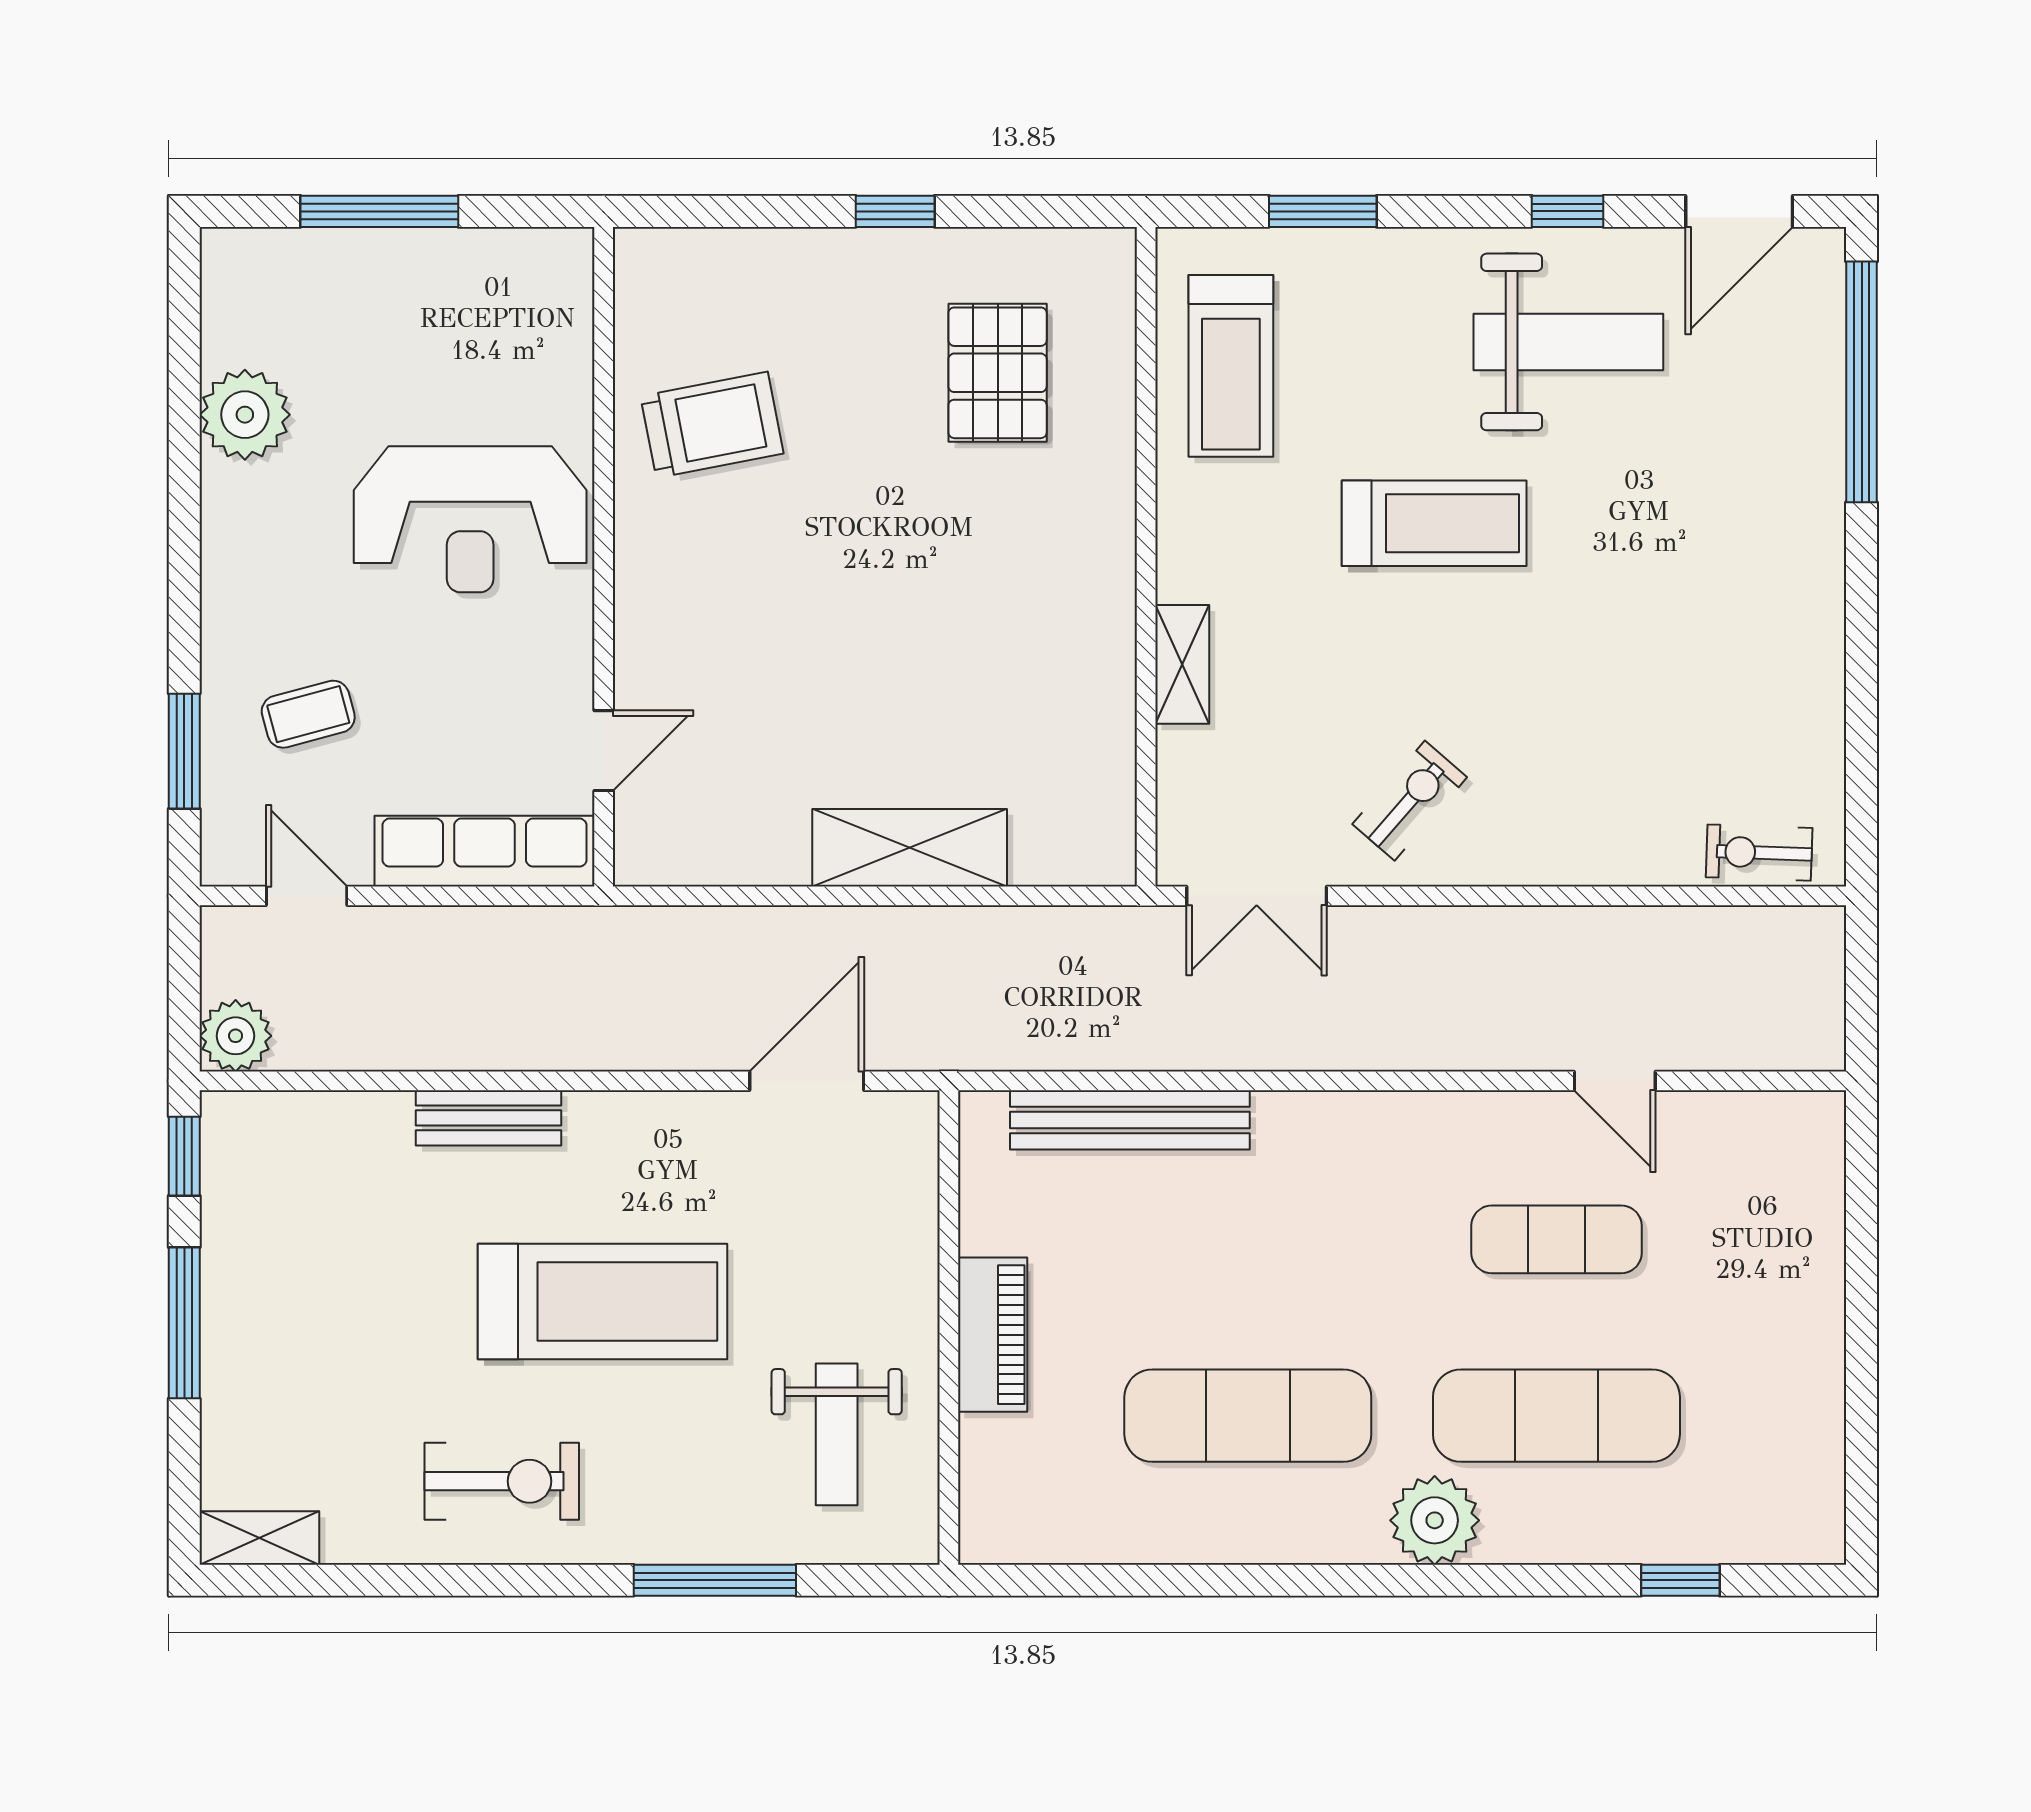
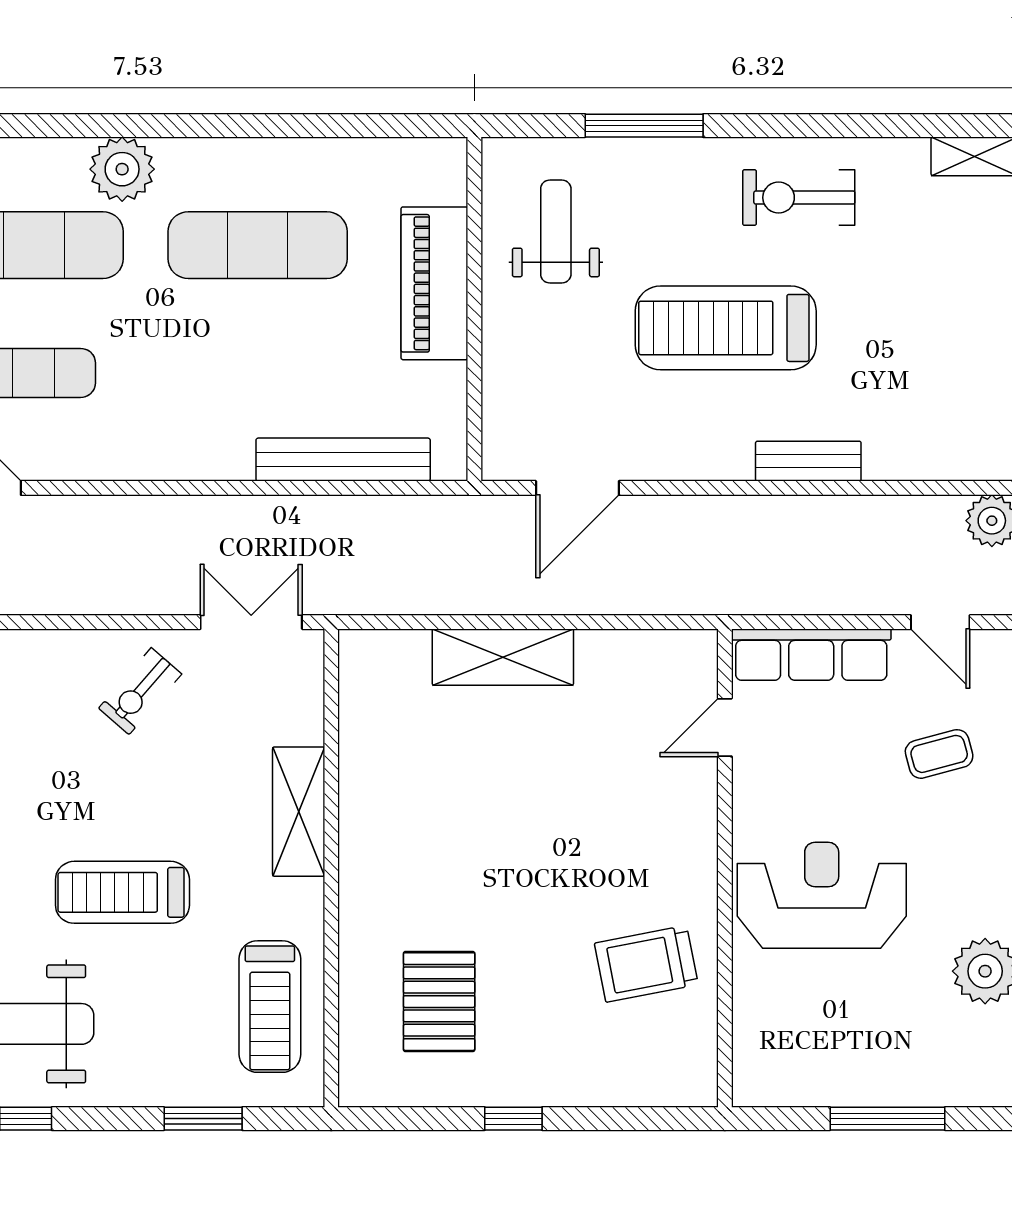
treadmill: (1231, 366) -> (270, 1007), turned 180
shelving: (1182, 664) -> (299, 812), width x1.50, depth x1.33
piano: (993, 1335) -> (434, 283), width x1.37, depth x1.33

